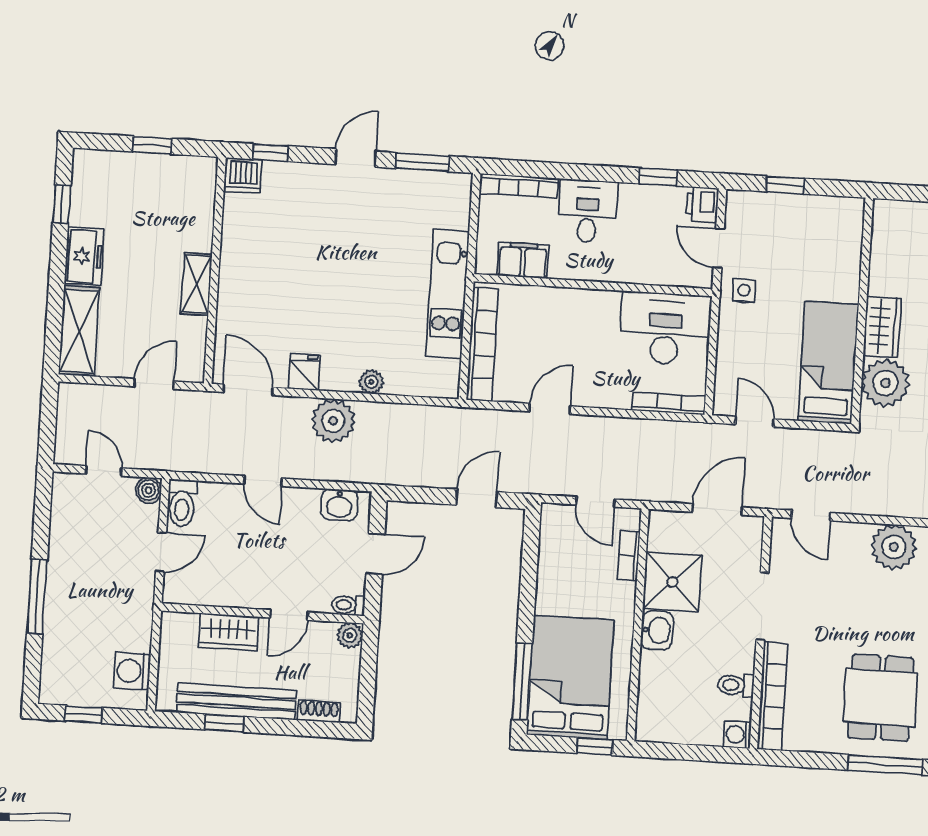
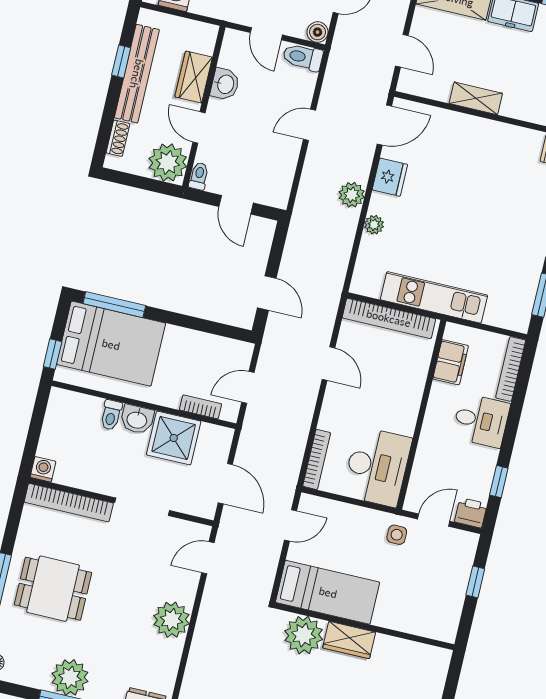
fridge: (304, 372) -> (390, 177), width x1.38
plant: (333, 421) -> (352, 195), width x0.73, depth x0.73
washbasin: (339, 505) -> (225, 84), moved, turned 180
plant: (350, 635) -> (168, 162), width x1.87, depth x1.87
toilet: (736, 685) -> (111, 415), moved, turned 180

